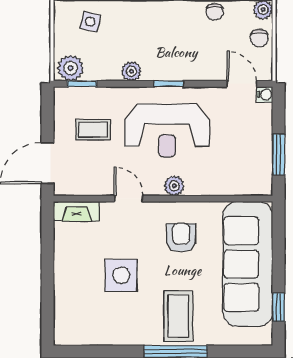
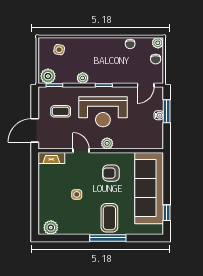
door: (242, 84) -> (146, 85), swing flipped
water cooler: (265, 95) -> (159, 115), moved
window: (279, 155) -> (167, 111), moved
armchair: (181, 238) -> (111, 173), turned -90
side table: (121, 275) -> (77, 194), width x0.54, depth x0.54
plant: (76, 333) -> (51, 228), added

